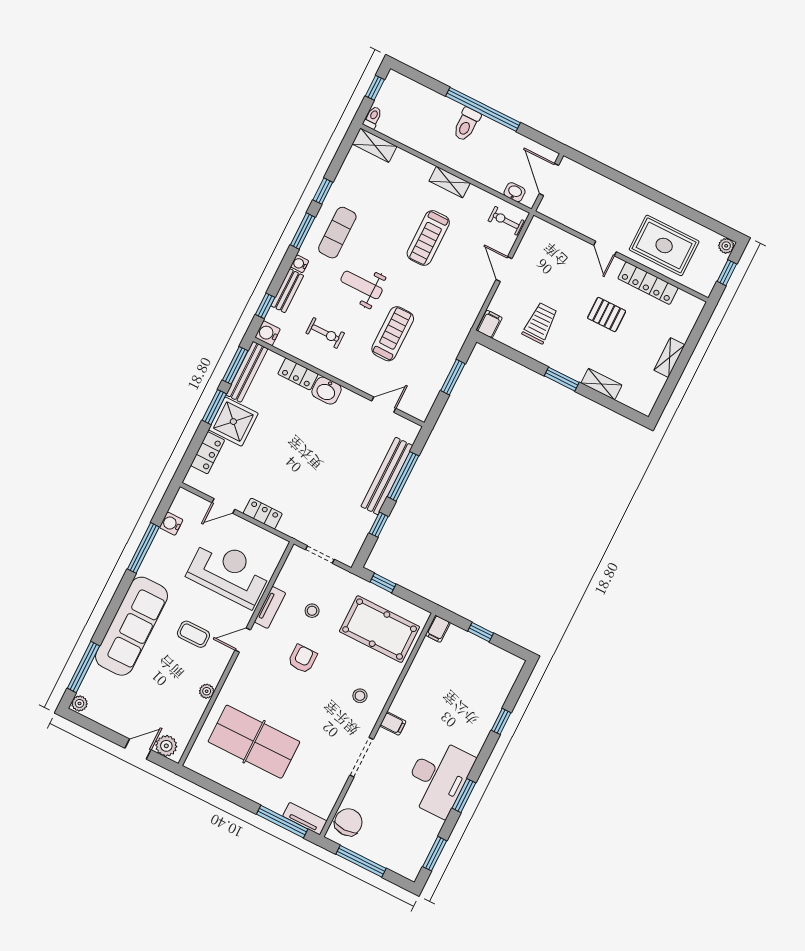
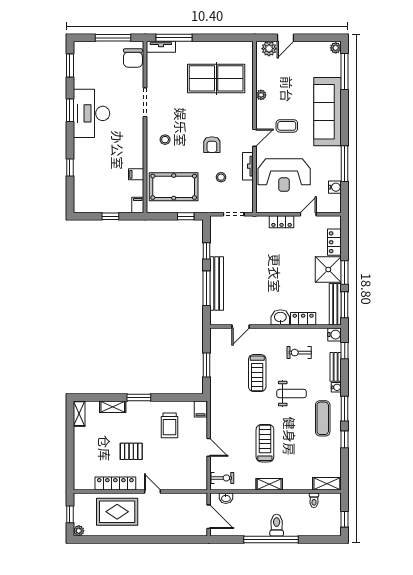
toilet: (373, 117) -> (314, 500), moved
shelving: (669, 358) -> (79, 414), moved
filing cabinet: (393, 724) -> (136, 174), moved

